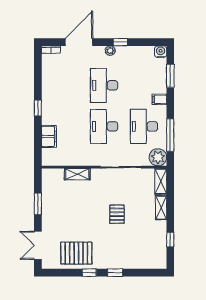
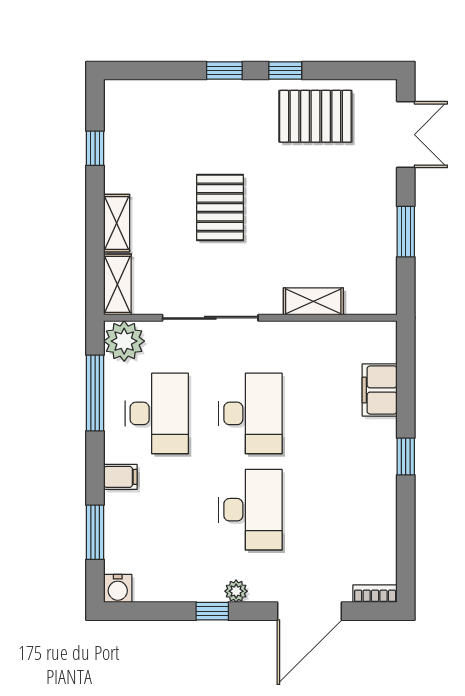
pallet: (117, 214) -> (220, 207), width x1.50, depth x1.42

